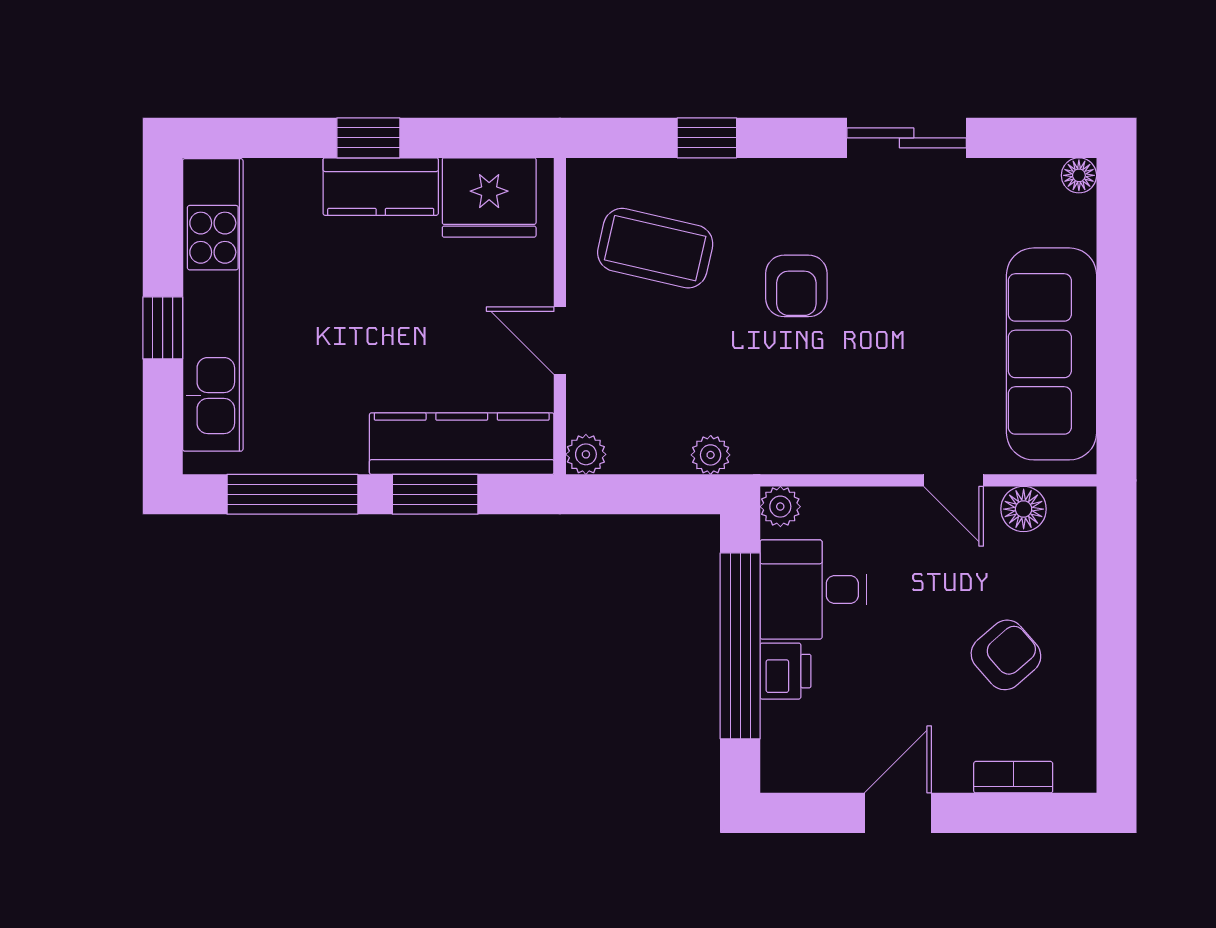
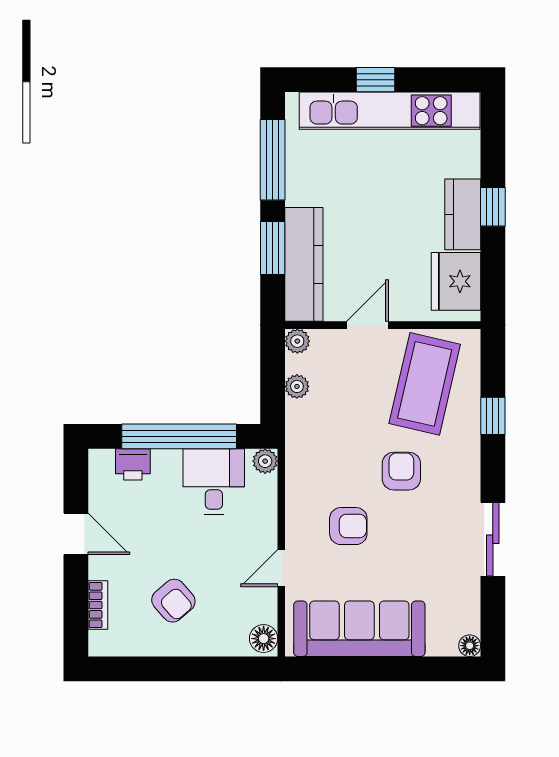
coffee table: (655, 248) -> (425, 384), width x1.36, depth x1.32
armchair: (796, 286) -> (401, 471), turned 90
armchair: (885, 372) -> (348, 526), added
plant: (711, 455) -> (297, 386), moved
floor lamp: (1024, 509) -> (264, 639), moved
printer: (786, 671) -> (133, 464), moved

